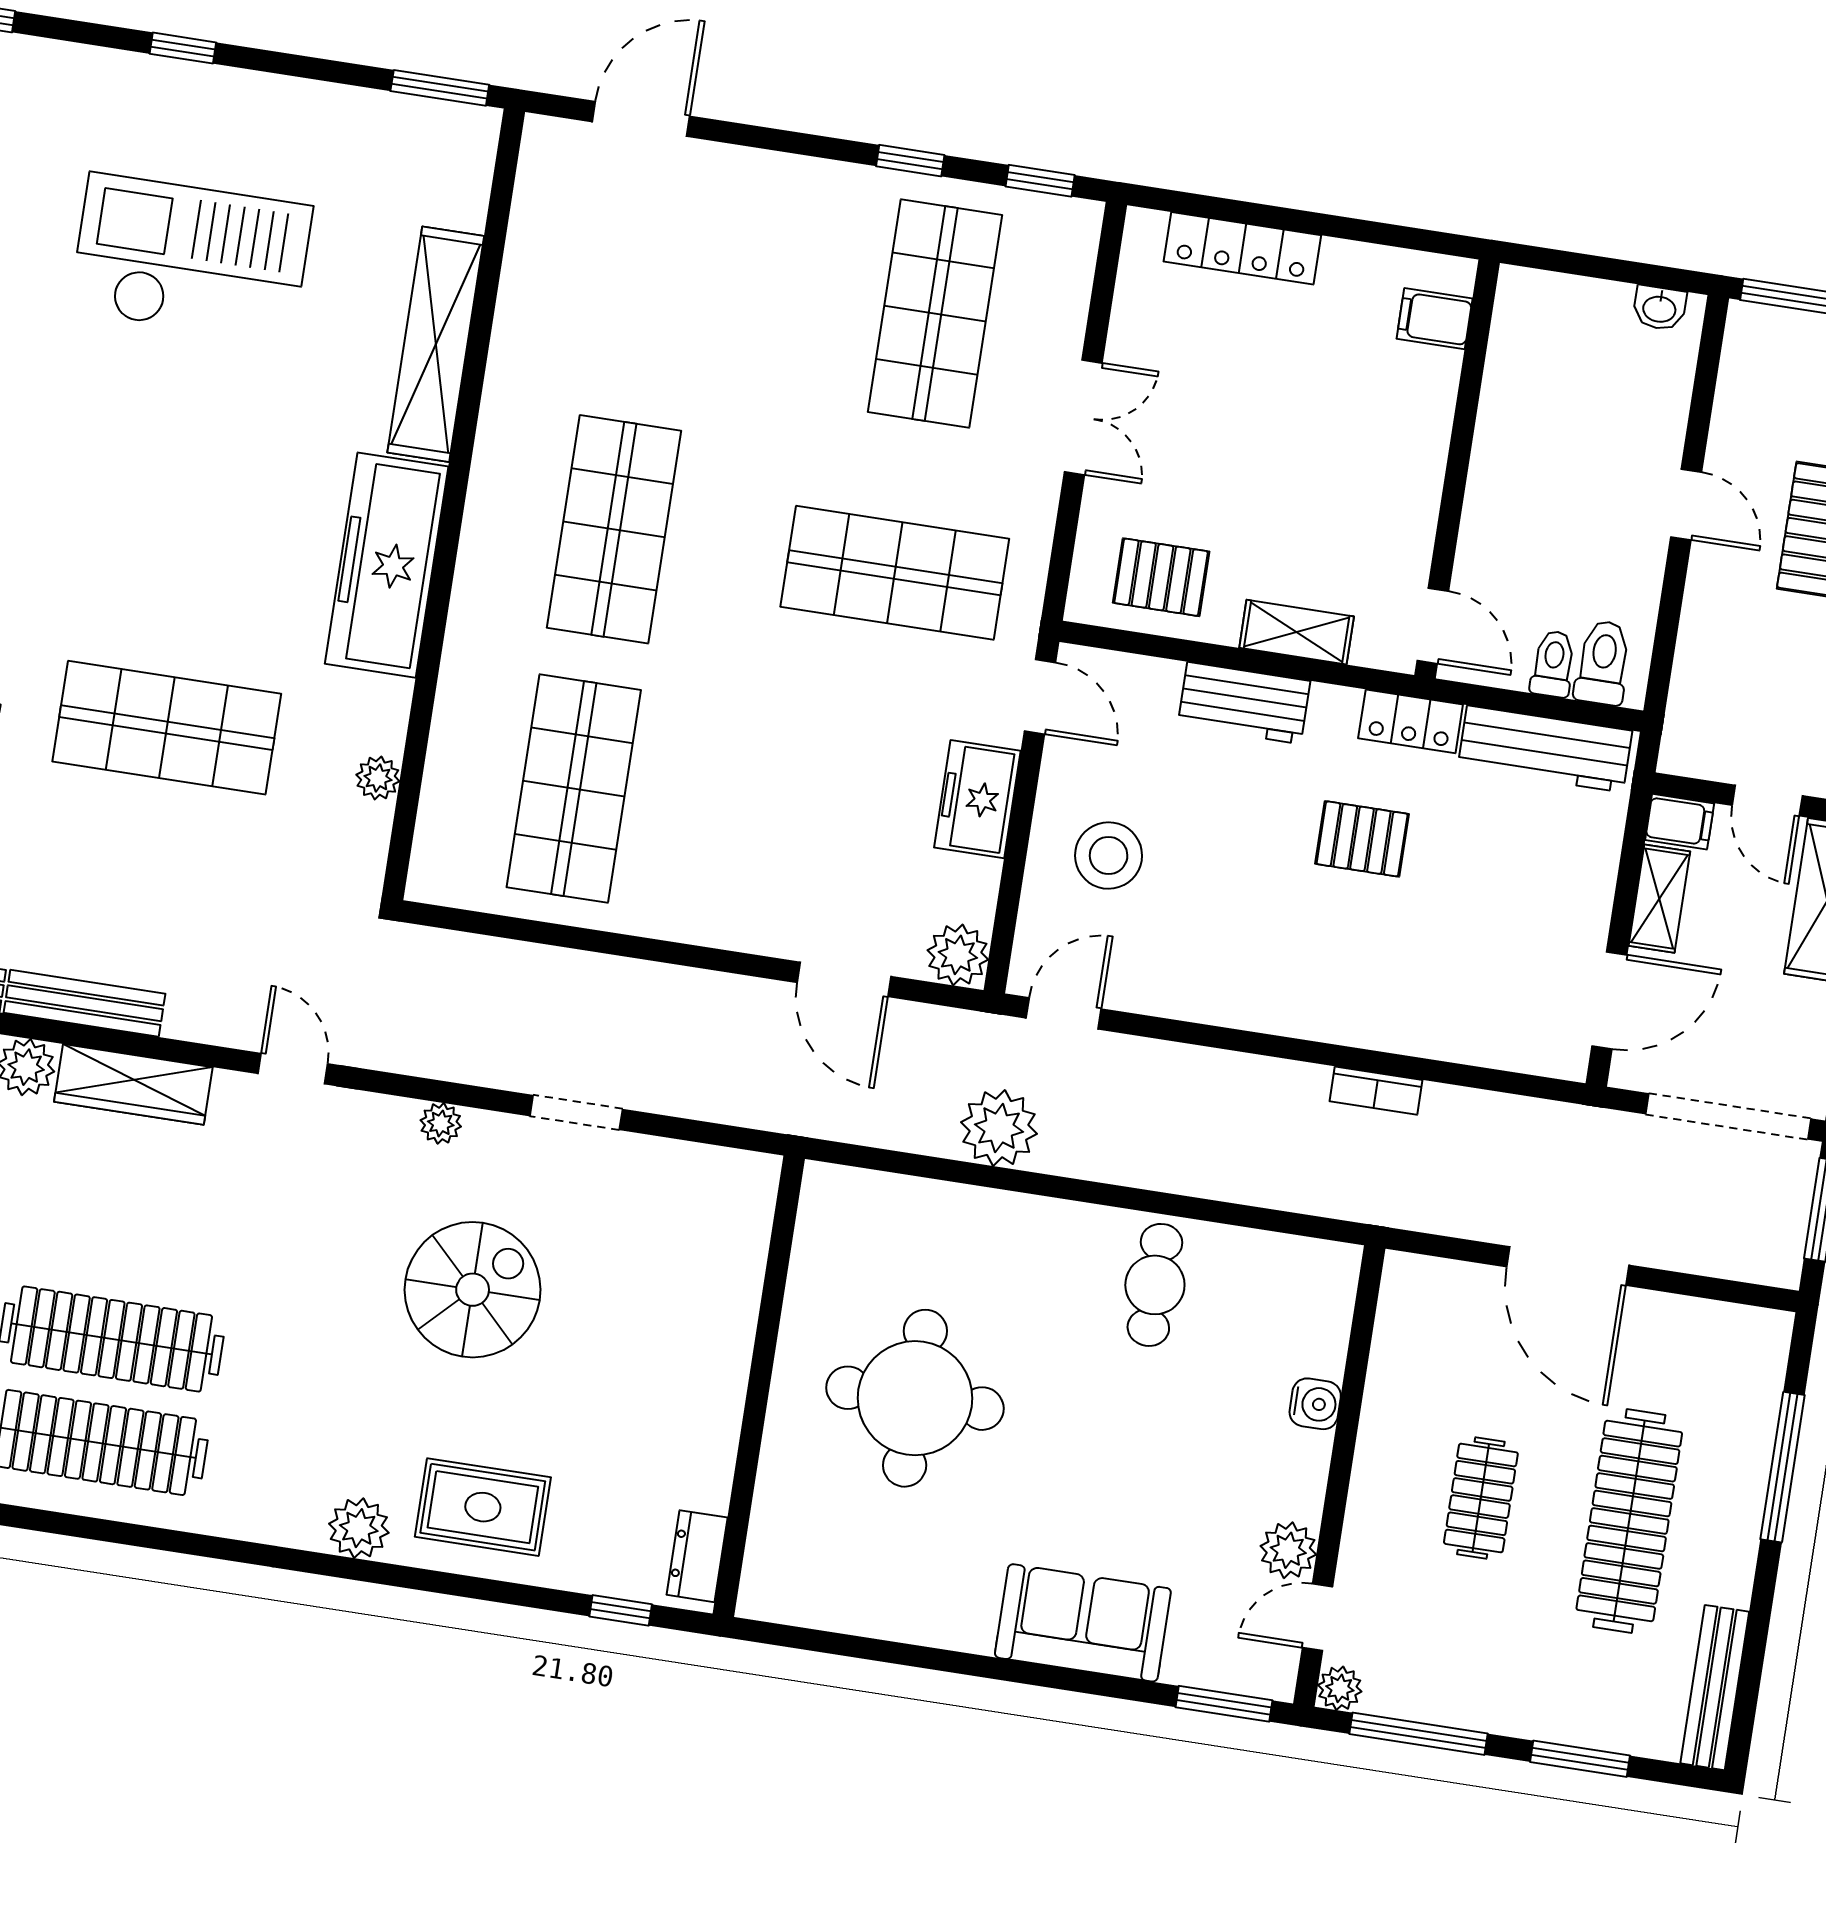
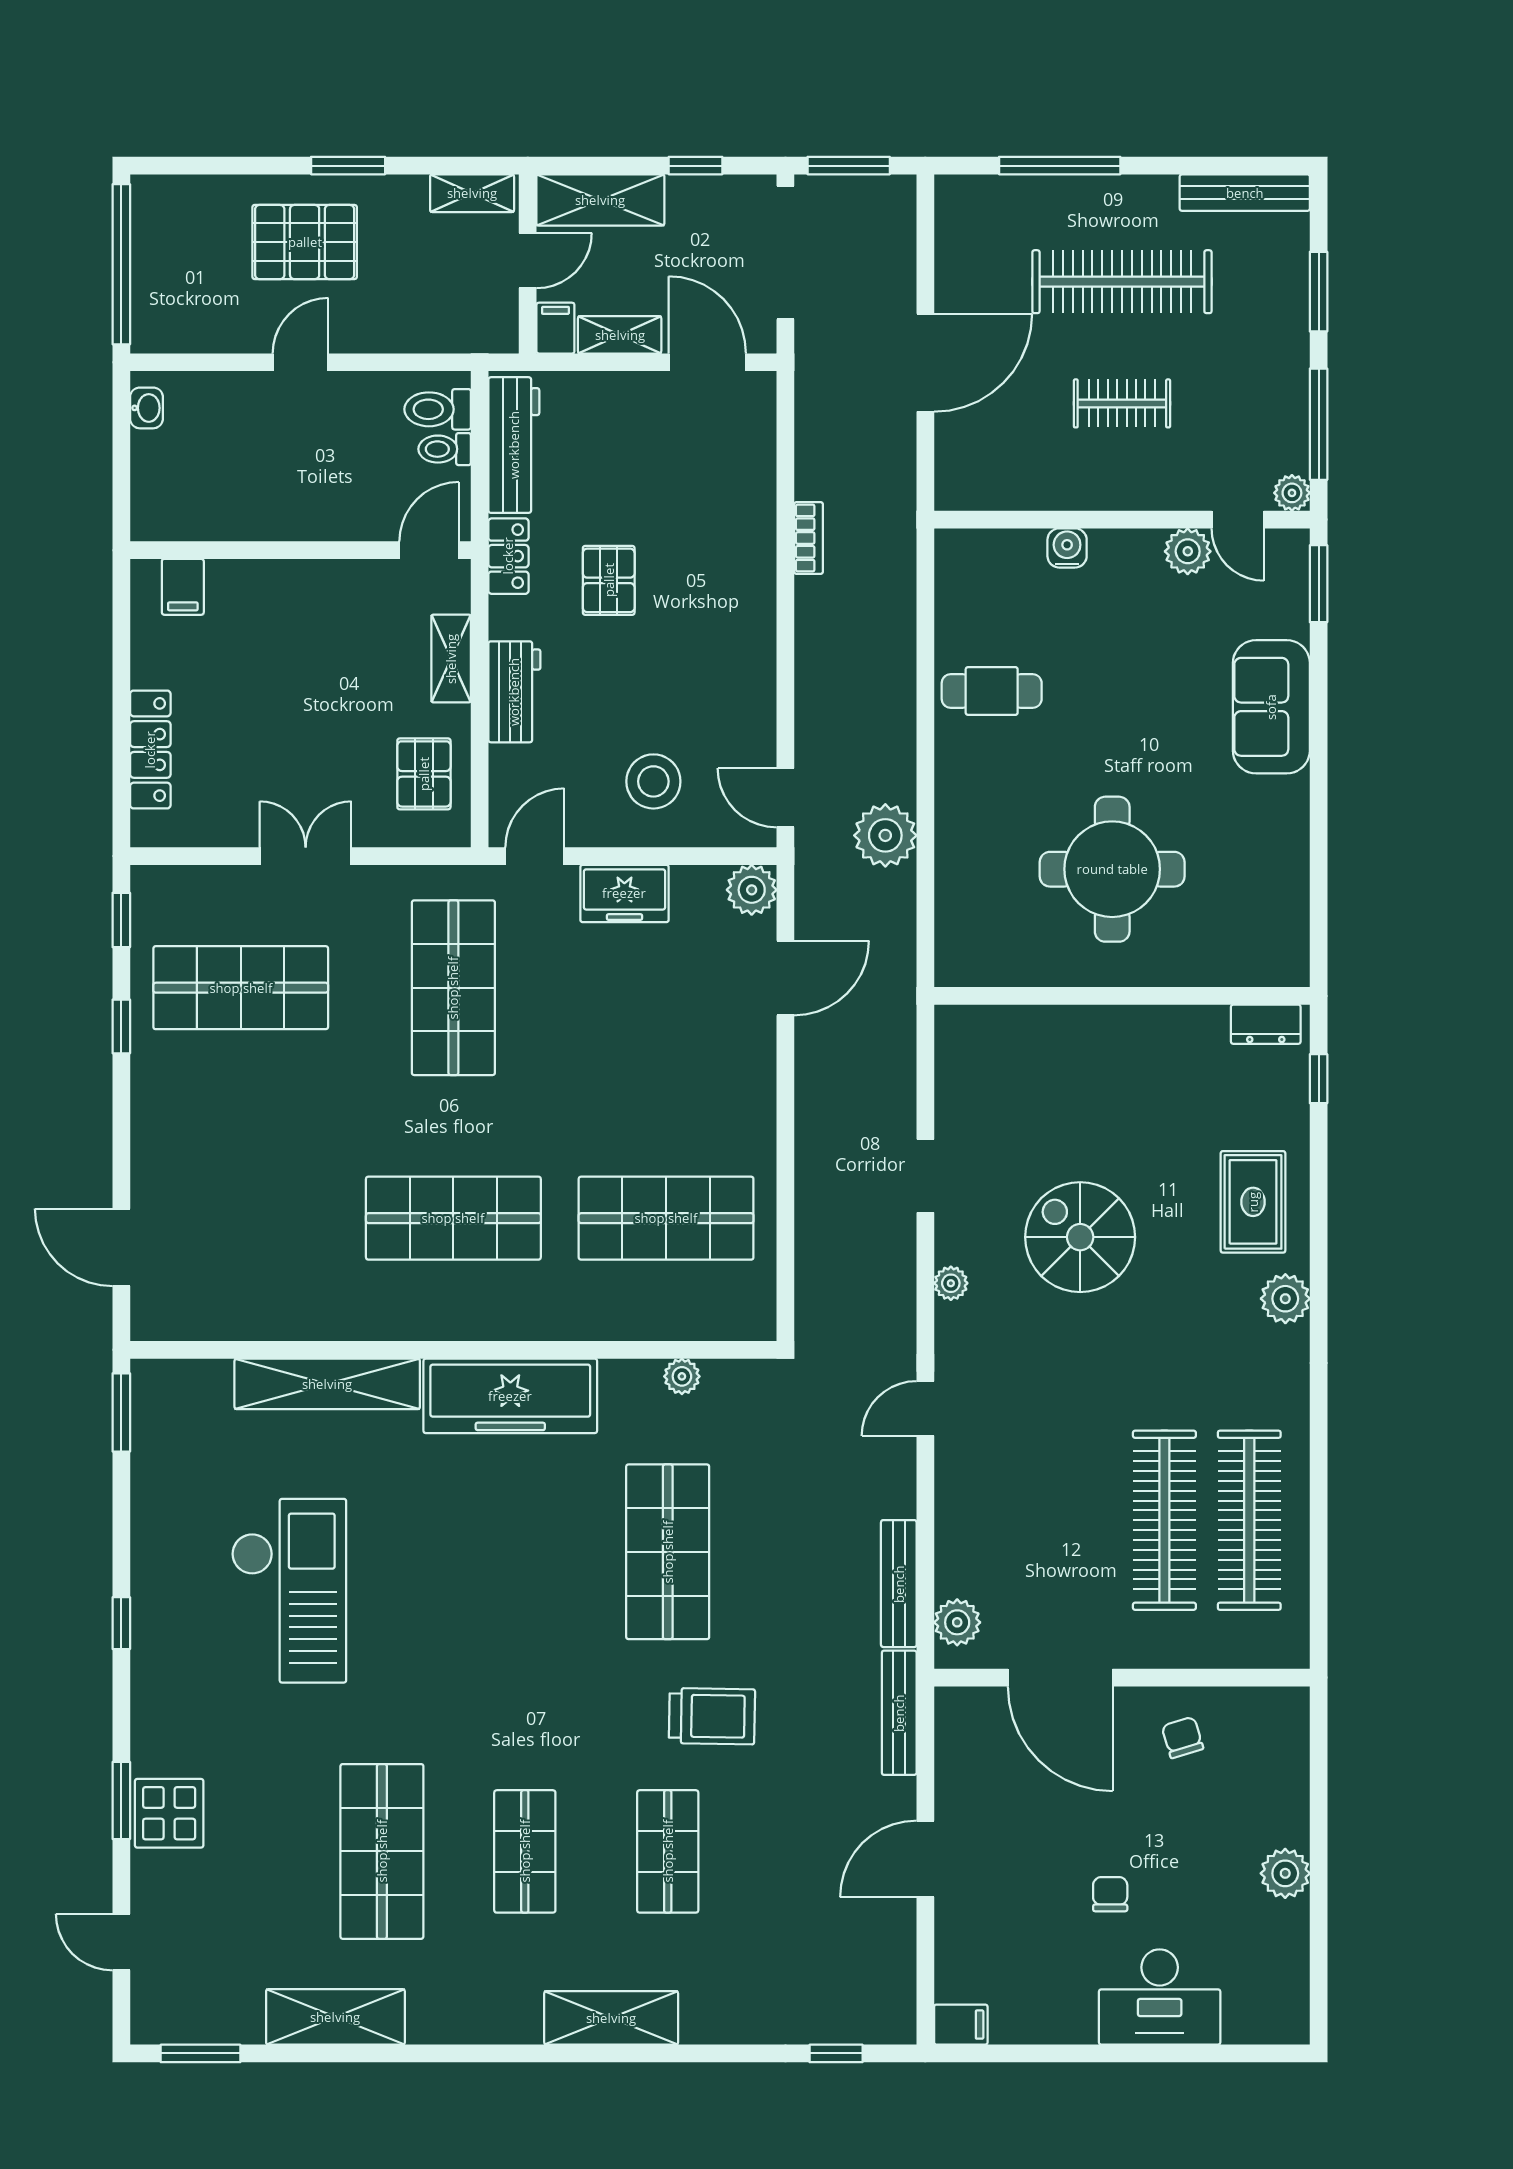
checkout: (191, 258) -> (289, 1591), turned 180
wardrobe: (133, 1084) -> (958, 1534), removed

